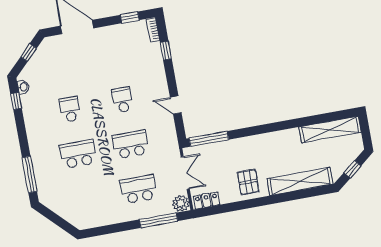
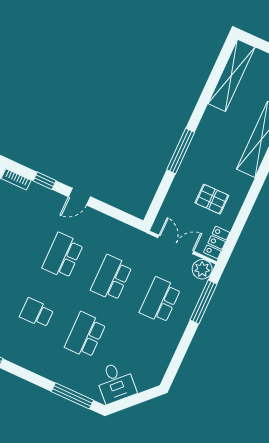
school desk: (122, 100) -> (63, 256), width x1.85
door: (176, 105) -> (79, 197), moved
window: (209, 139) -> (181, 151), moved
pallet: (248, 182) -> (212, 199), moved
desk: (60, 198) -> (116, 382), added

